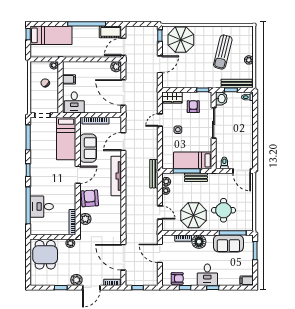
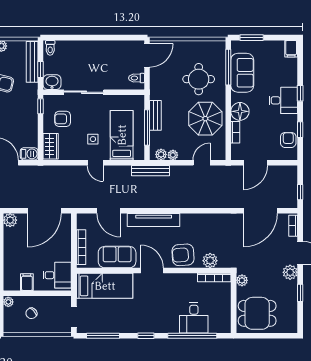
barbecue: (167, 81) -> (29, 154), added
door: (160, 120) -> (95, 163), moved
bed: (193, 160) -> (122, 135), moved, turned 180

